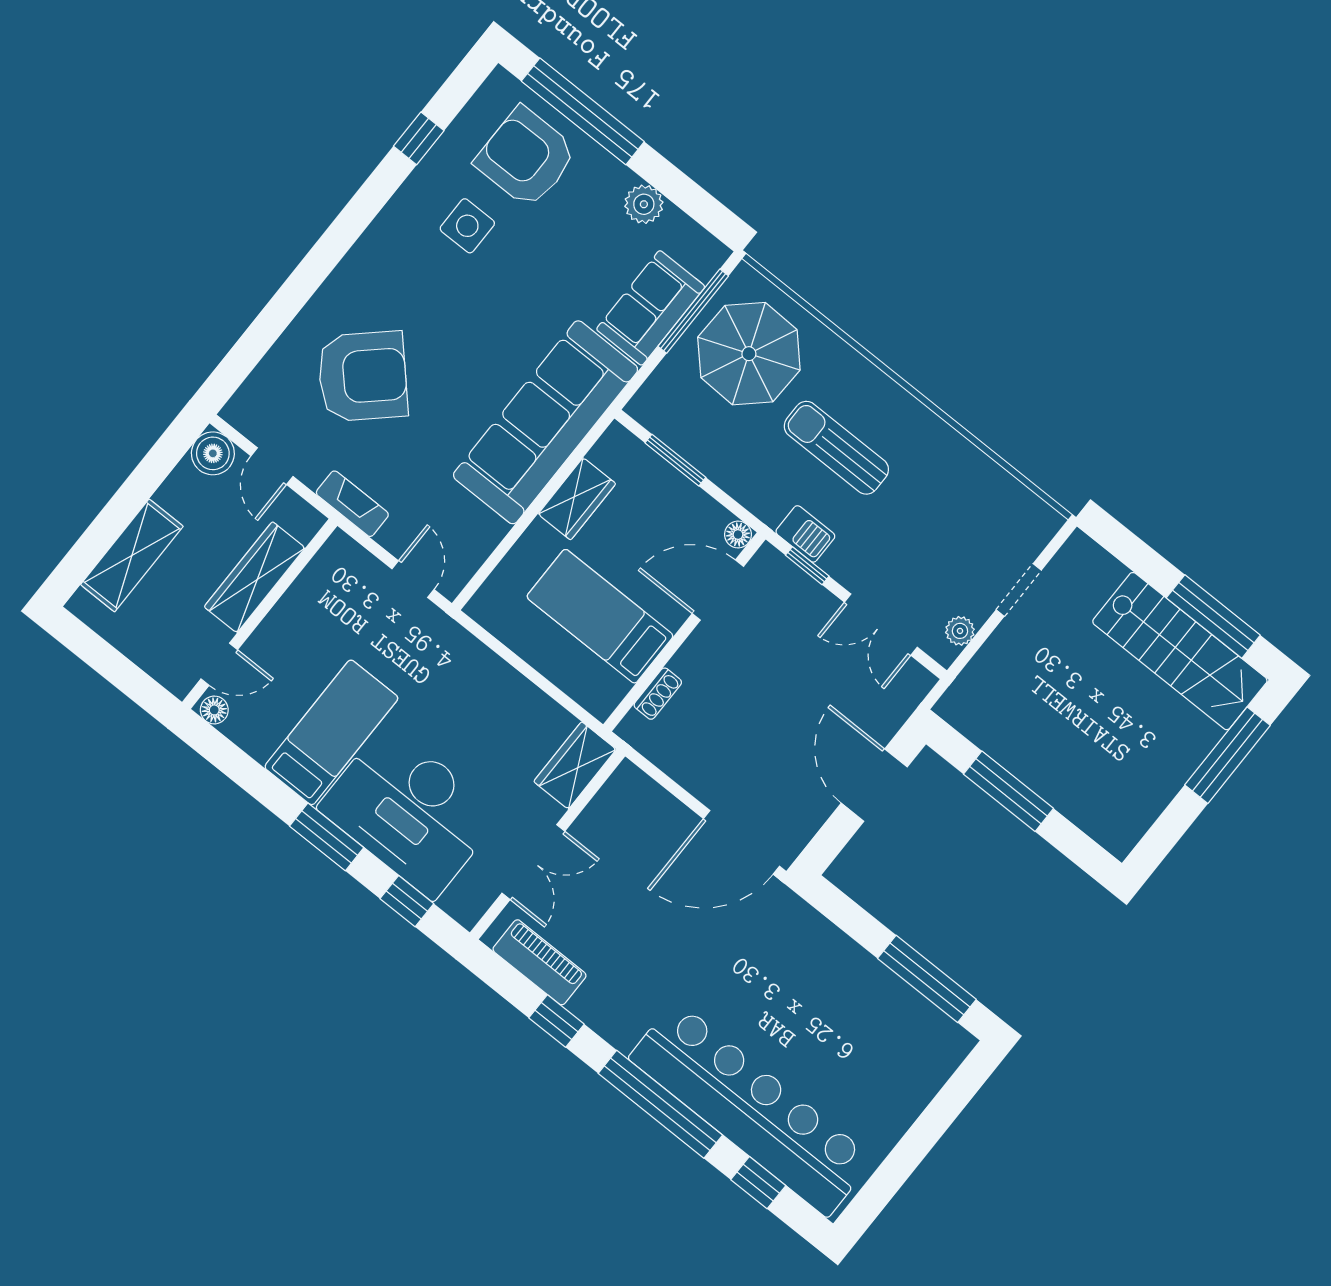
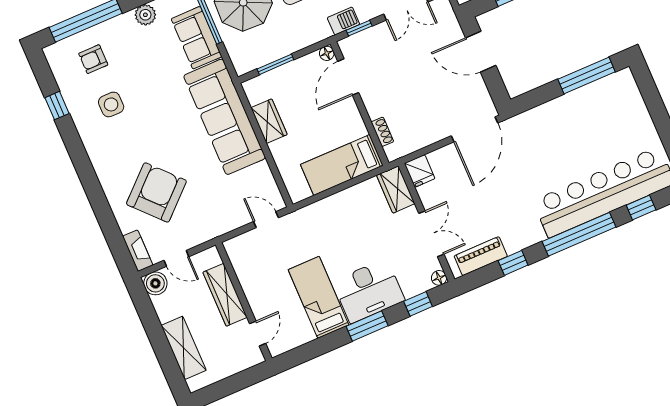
armchair: (526, 157) -> (93, 59), width x0.53, depth x0.53
fireplace: (352, 504) -> (138, 251), moved, turned 90
bed: (600, 616) -> (342, 165), moved
floor lamp: (214, 710) -> (439, 278), moved
fridge: (626, 788) -> (420, 171), added
desk: (410, 811) -> (369, 291), width x0.73, depth x0.77

